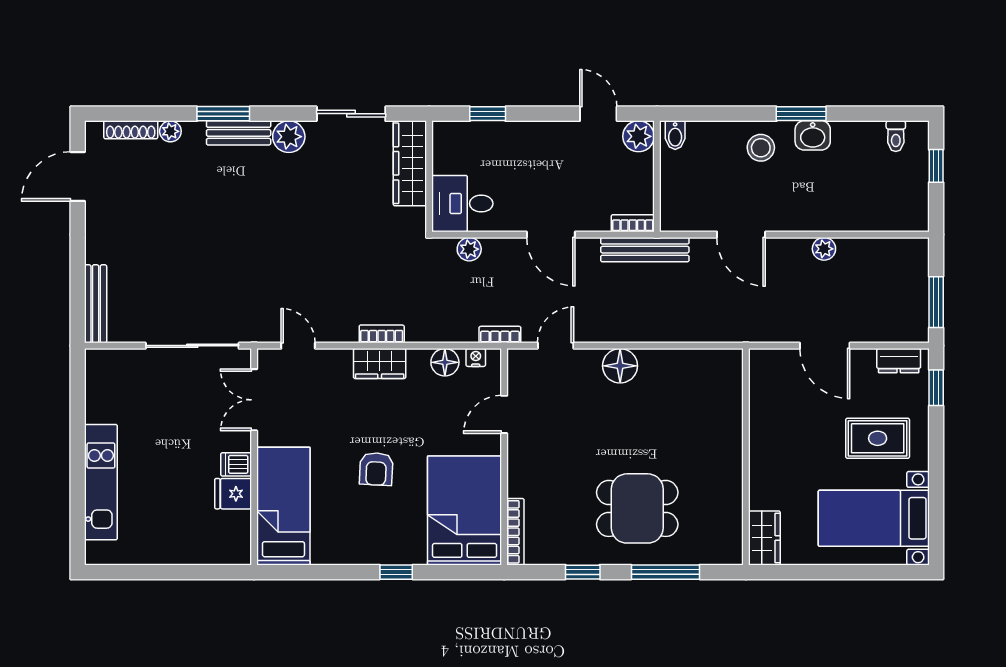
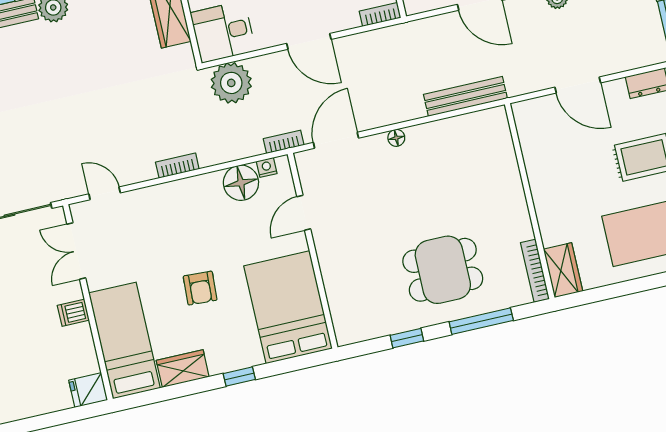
plant: (469, 249) -> (231, 83), width x1.88, depth x1.88
bench: (645, 250) -> (465, 96), moved
door: (556, 346) -> (336, 140), width x1.37
floor lamp: (445, 362) -> (241, 183), width x1.38, depth x1.38
wardrobe: (380, 364) -> (183, 369), moved, turned 180
floor lamp: (620, 366) -> (396, 138), width x0.53, depth x0.53
fridge: (233, 494) -> (88, 390), moved
bookcase: (515, 532) -> (535, 271), moved, turned 180

